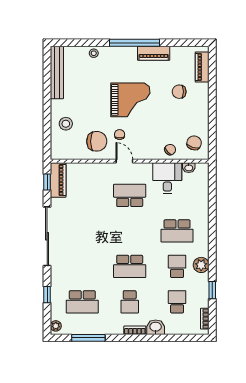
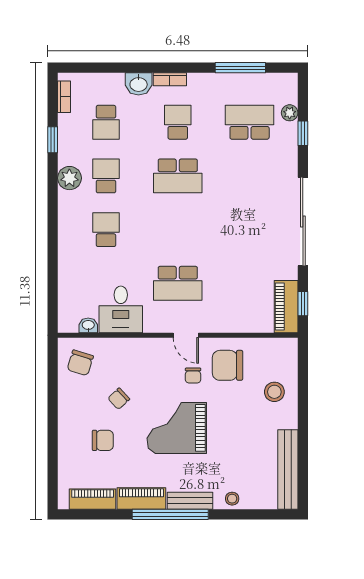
bench: (122, 52) -> (190, 501), added
piano: (202, 67) -> (93, 499), moved, turned -90
chair: (170, 150) -> (119, 399), moved
school desk: (177, 231) -> (106, 230), width x0.54
school desk: (130, 266) -> (178, 176), turned 180
school desk: (177, 266) -> (106, 176), turned 180
plant: (56, 326) -> (290, 113), moved

